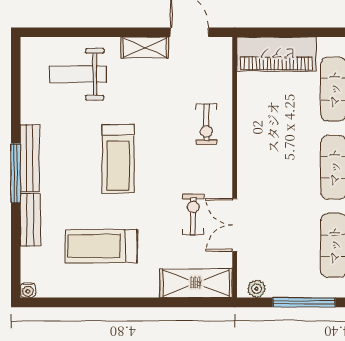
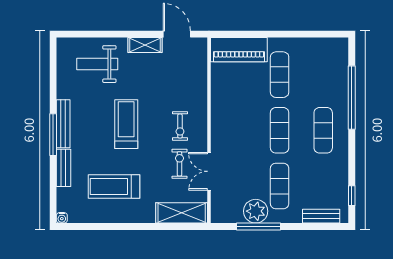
exercise bike: (206, 124) -> (180, 126), moved
treadmill: (118, 159) -> (126, 124), turned 180
plant: (257, 289) -> (256, 211), moved, width x1.88, depth x1.88

